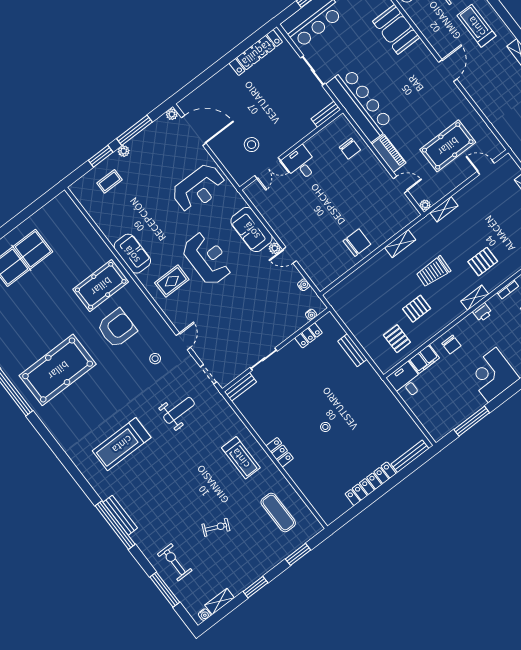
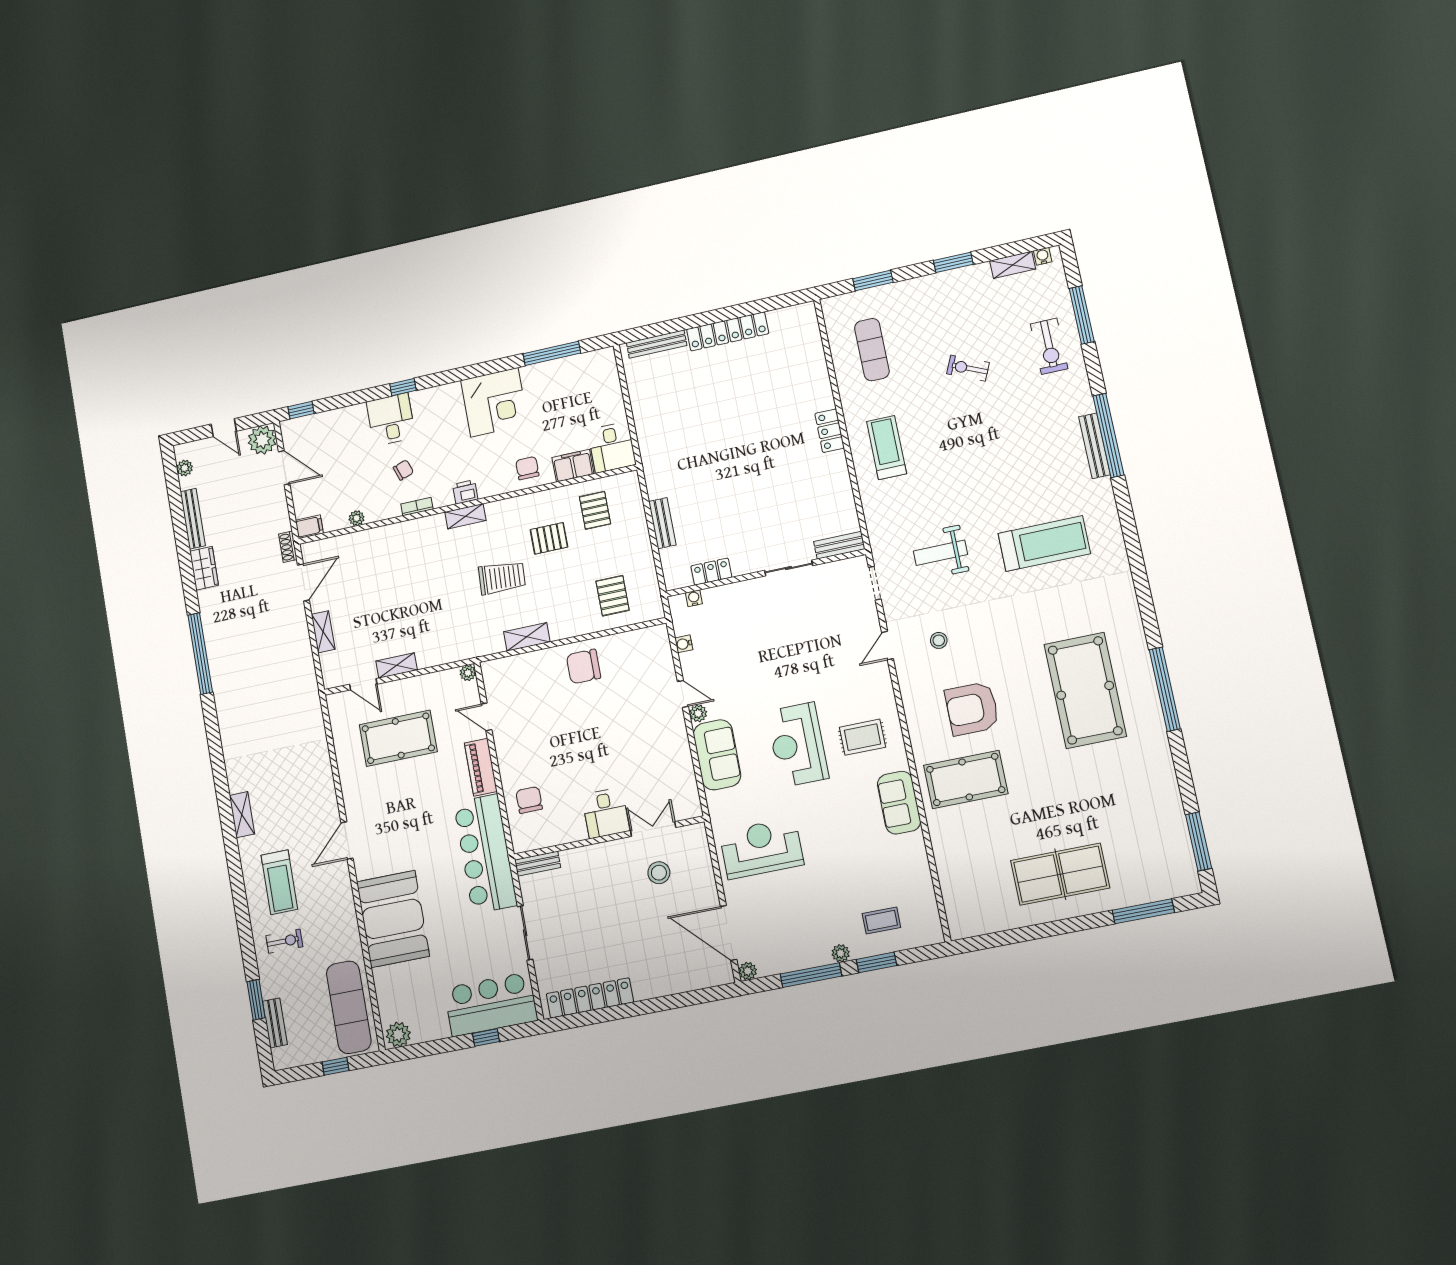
booth: (396, 29) -> (393, 919), width x1.36, depth x1.42
shelving: (444, 209) -> (397, 665), moved
pallet: (483, 262) -> (613, 596), moved, turned 90
pool table: (58, 370) -> (1085, 690), turned 90
stool: (325, 427) -> (750, 436), removed

